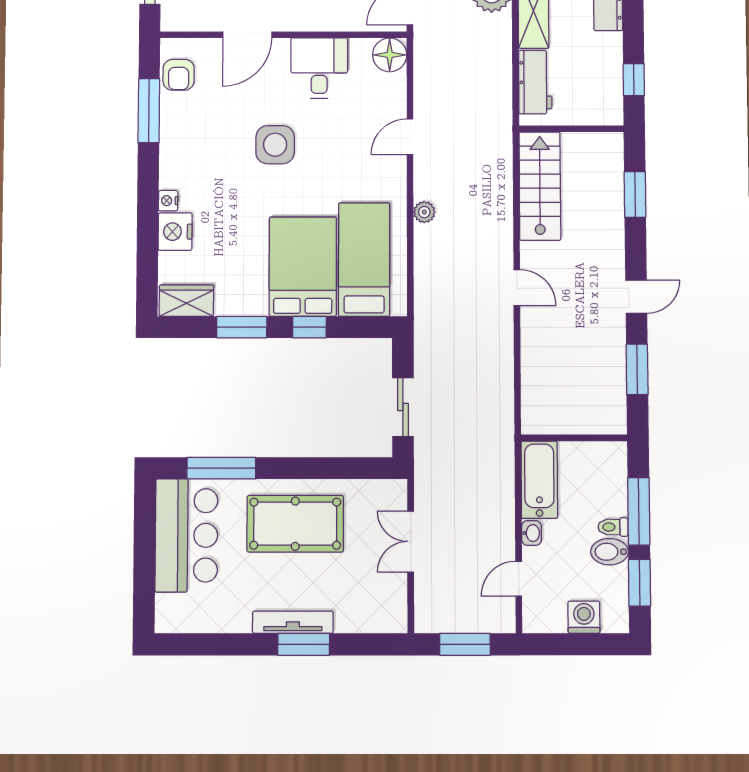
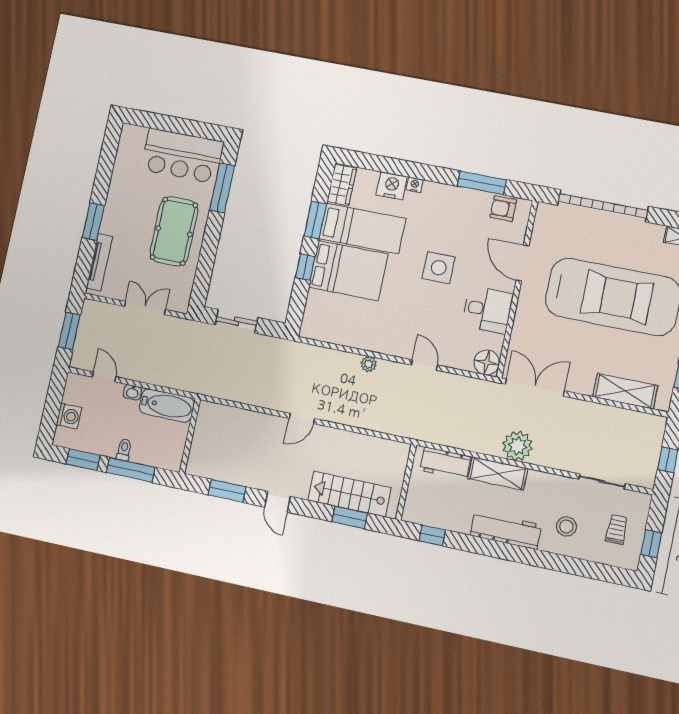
stairs: (540, 186) -> (350, 494), moved, turned 180
bed: (364, 260) -> (362, 229), moved
bidet: (610, 552) -> (108, 444), removed
tv unit: (293, 622) -> (99, 262), moved

